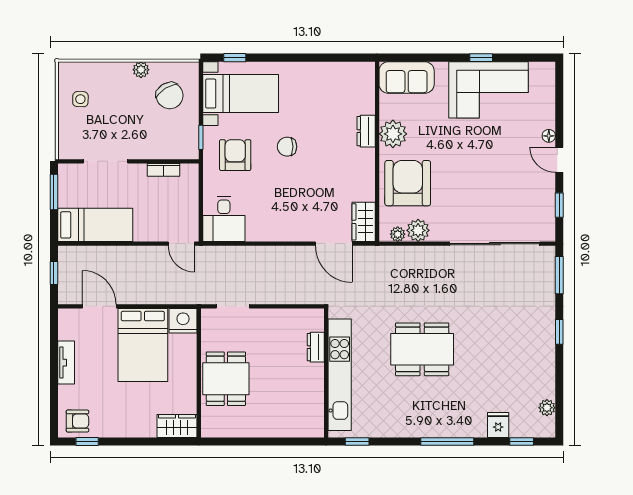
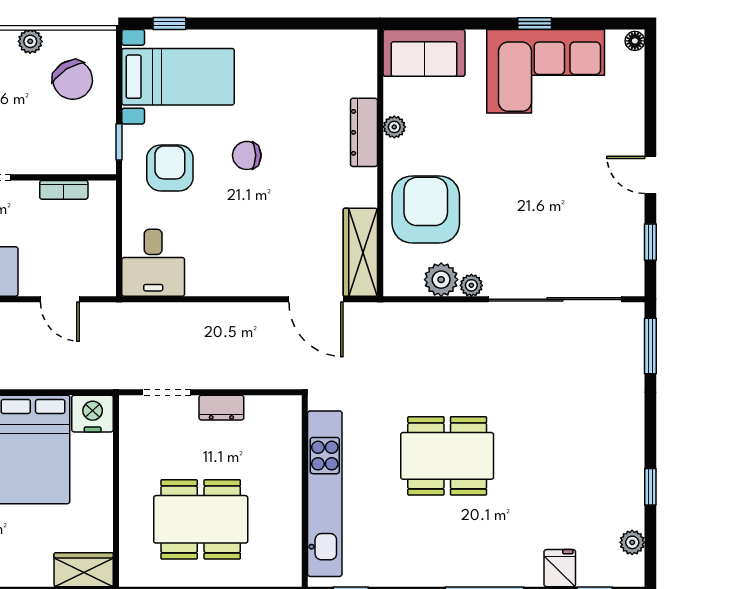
dresser: (366, 131) -> (364, 132), width x1.44
plant: (393, 134) -> (394, 127), width x0.53, depth x0.53
floor lamp: (549, 136) -> (635, 41), moved
wardrobe: (364, 222) -> (360, 252), width x1.50
plant: (398, 234) -> (471, 285), moved
door: (181, 244) -> (60, 299), moved
window: (559, 332) -> (650, 487), moved
dresser: (316, 347) -> (221, 408), moved, turned -90
dining table: (226, 379) -> (201, 519), moved, width x1.38

